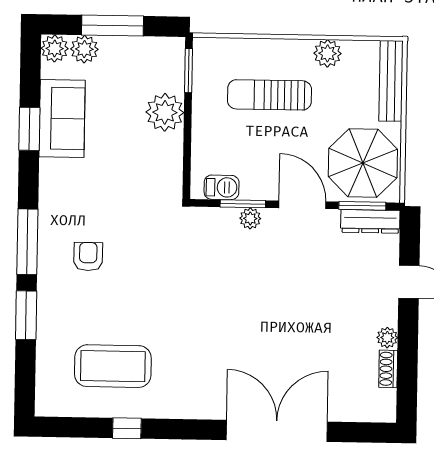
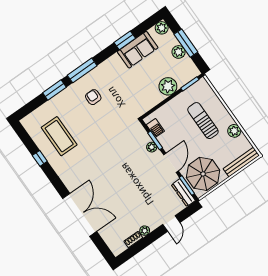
plant: (84, 49) -> (179, 52), moved
armchair: (88, 257) -> (93, 97), turned -90

